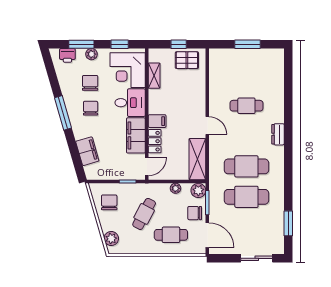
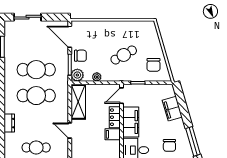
cafe table: (144, 214) -> (124, 55), turned 33
cafe table: (171, 235) -> (101, 37), removed
plant: (111, 238) -> (152, 34), removed

